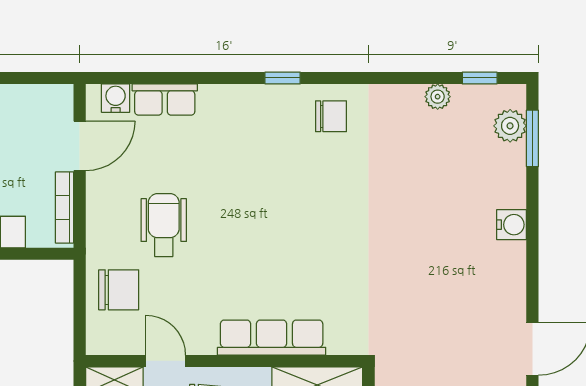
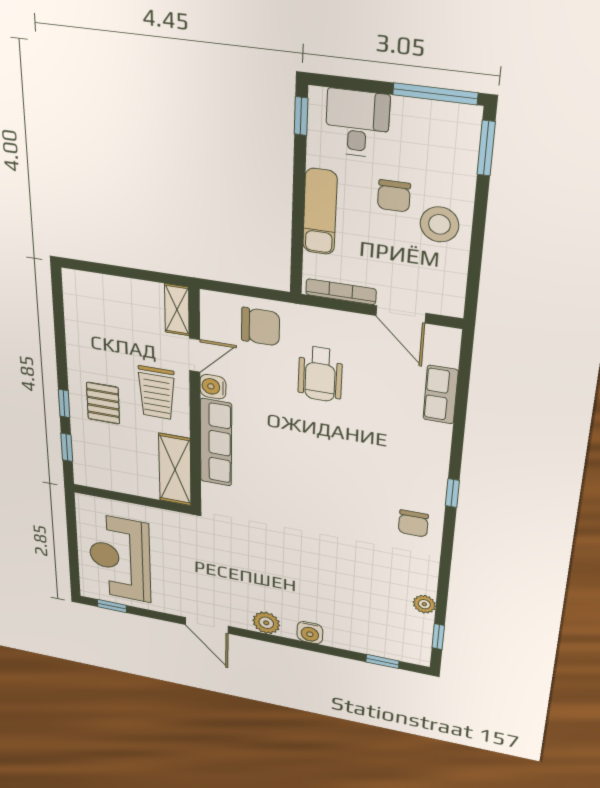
water cooler: (116, 98) -> (213, 387), moved, turned 180
plant: (510, 126) -> (266, 623), moved
window: (532, 138) -> (382, 661), width x0.67
wheelchair: (164, 225) -> (320, 374), turned 90
chair: (119, 290) -> (260, 327), turned -90

